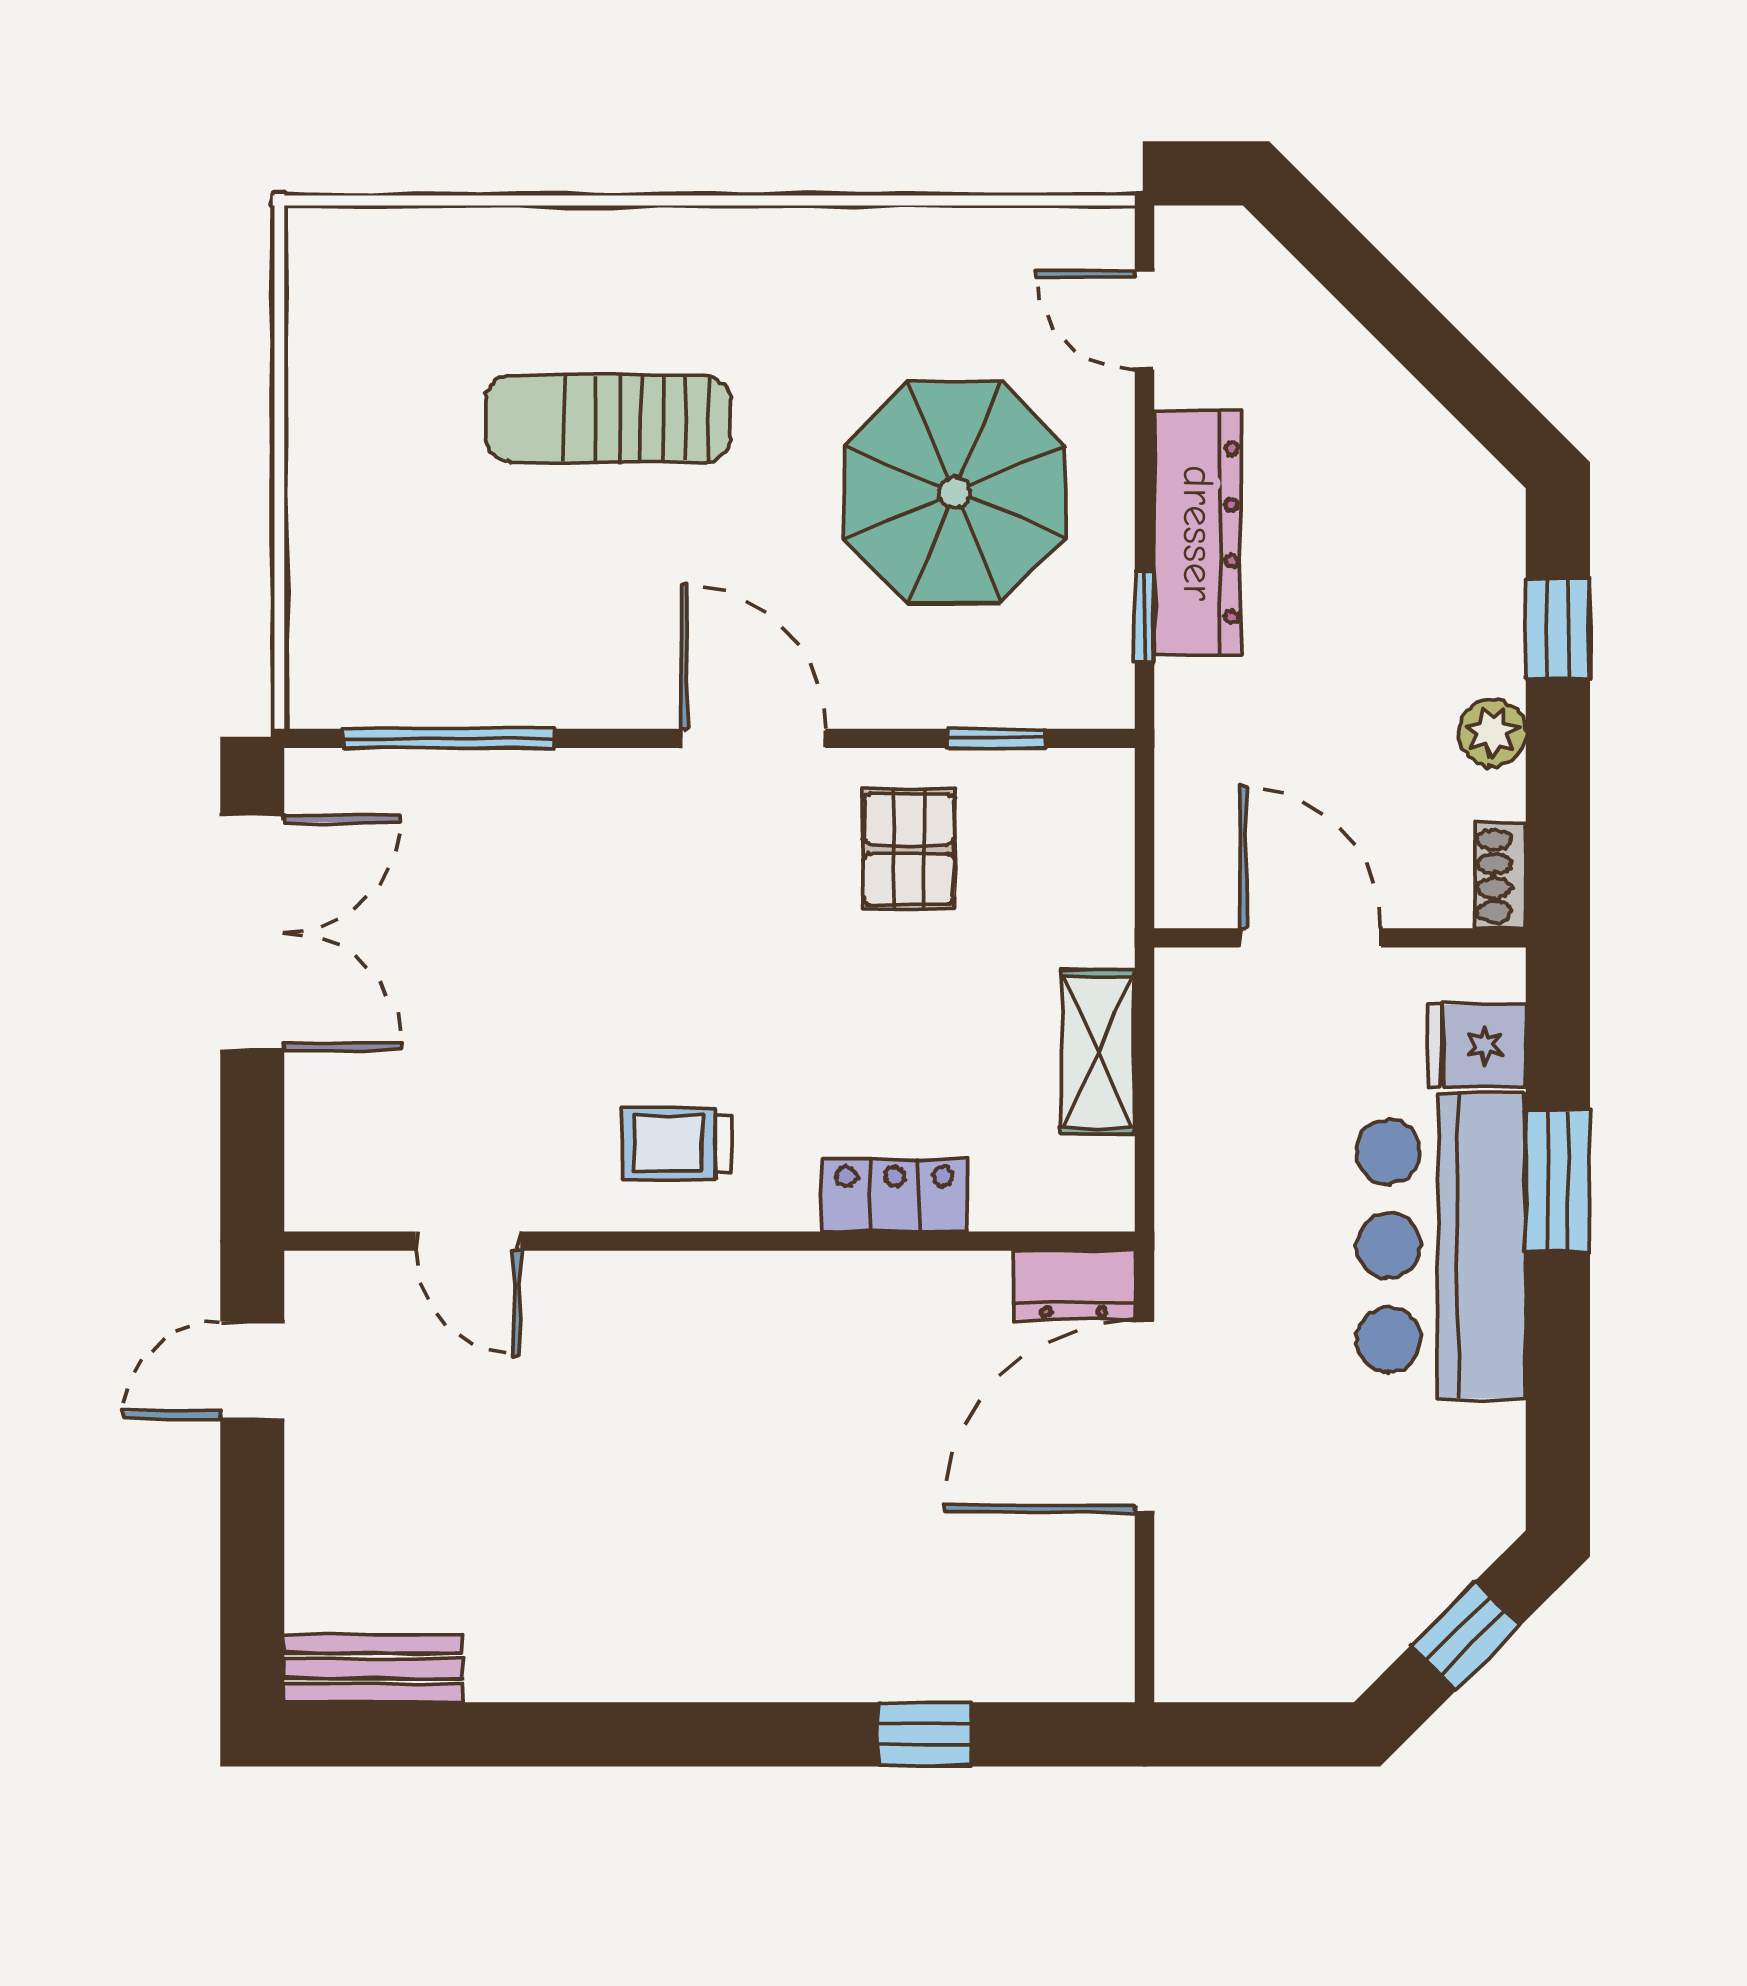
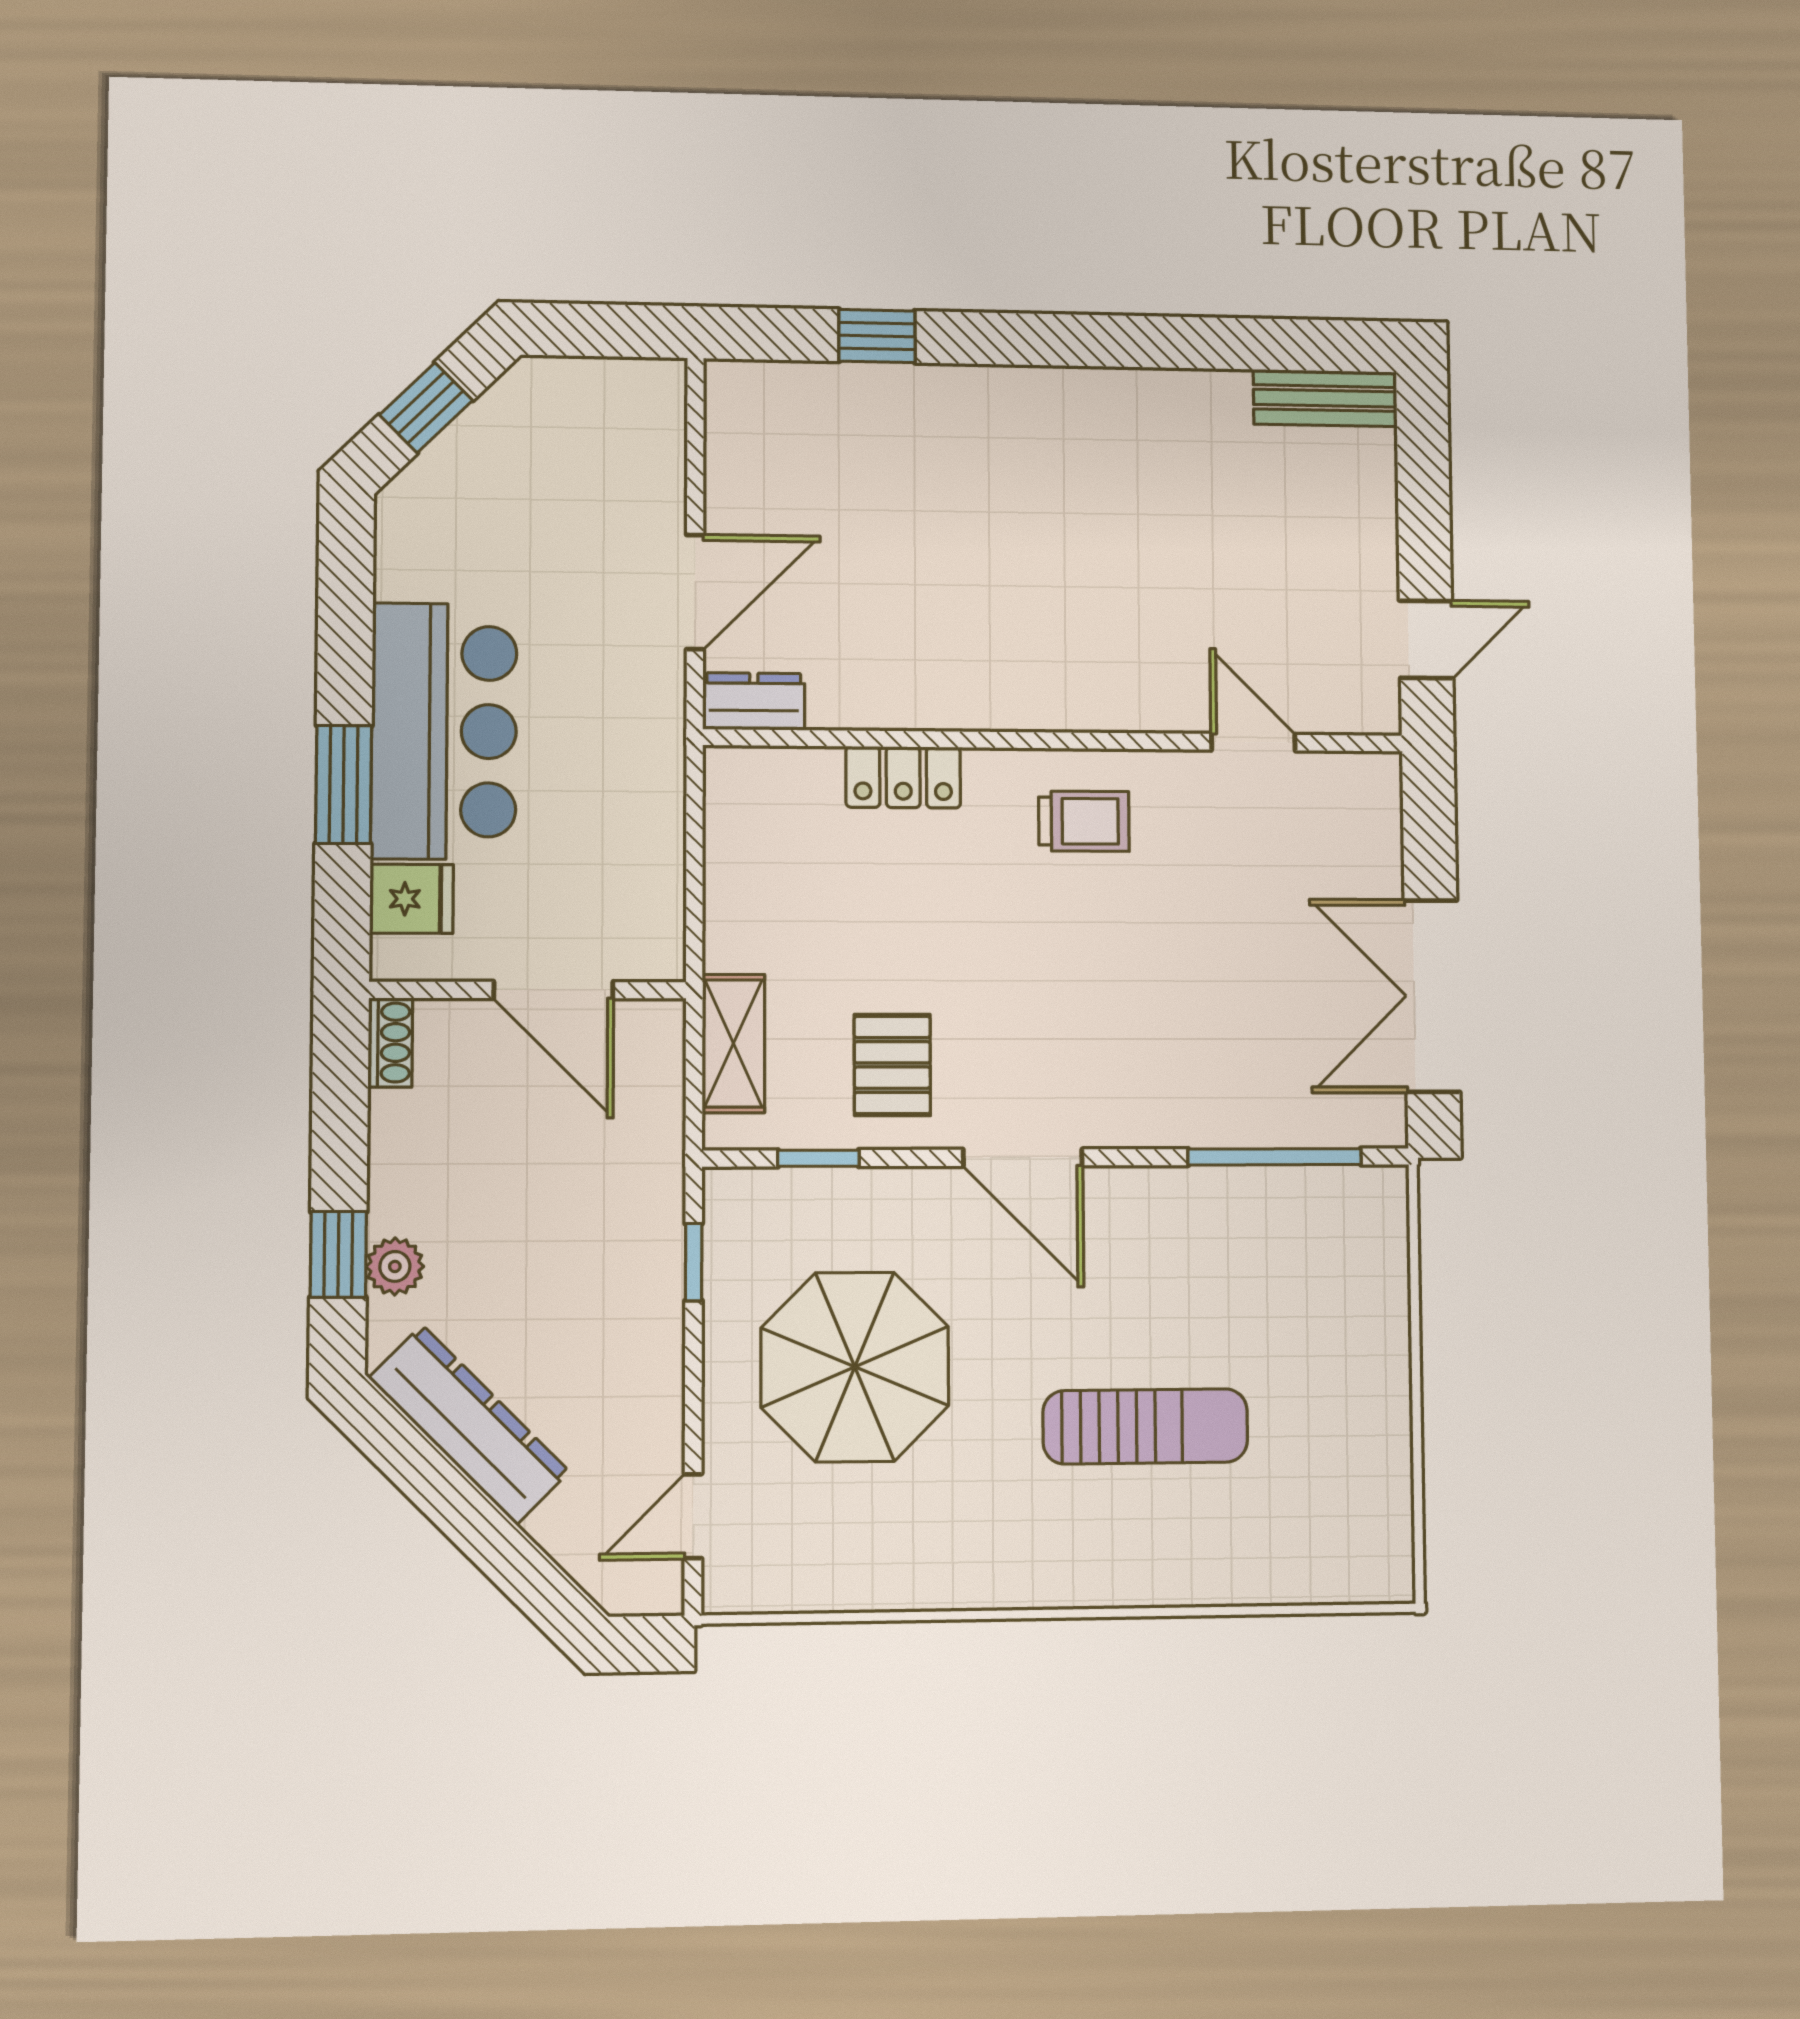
door: (1144, 320) -> (693, 1516), swing flipped
dresser: (1198, 533) -> (469, 1425), moved, turned 135
plant: (1493, 732) -> (395, 1266), moved
shelving: (1098, 1052) -> (733, 1043), moved
door: (1144, 1417) -> (695, 592), width x0.73

